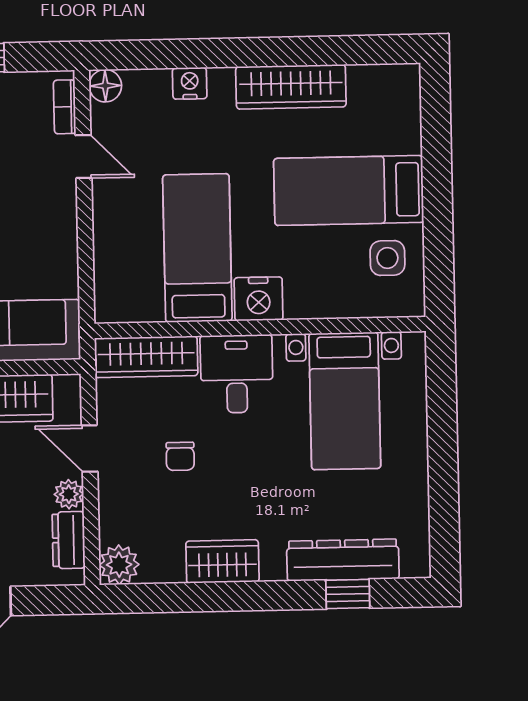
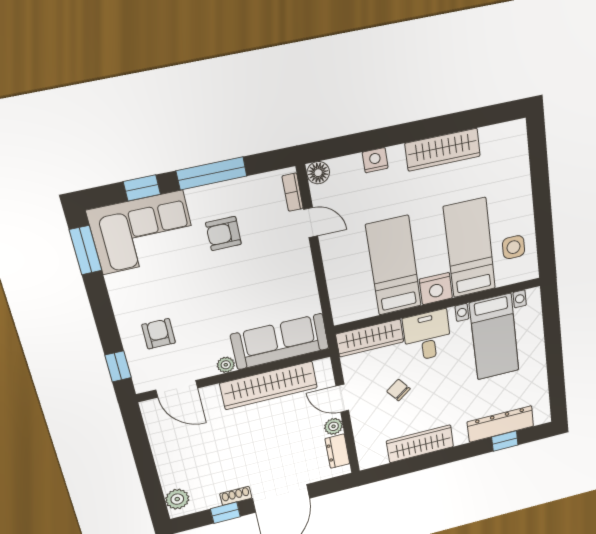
bed: (349, 190) -> (470, 248), moved, turned 90
chair: (180, 456) -> (398, 390), turned 143
wardrobe: (222, 561) -> (420, 444), width x1.50
plant: (119, 565) -> (370, 457), removed

